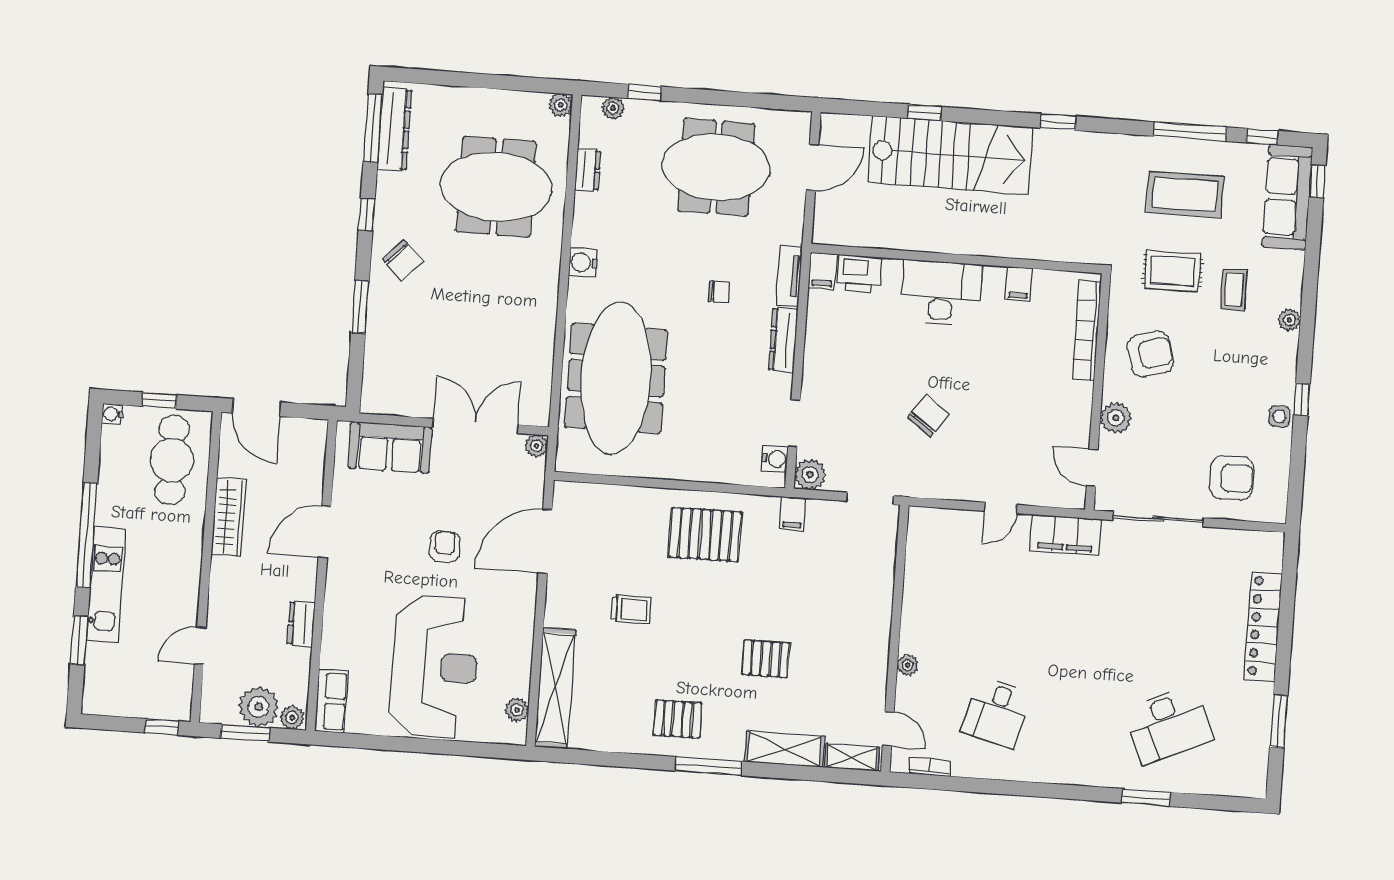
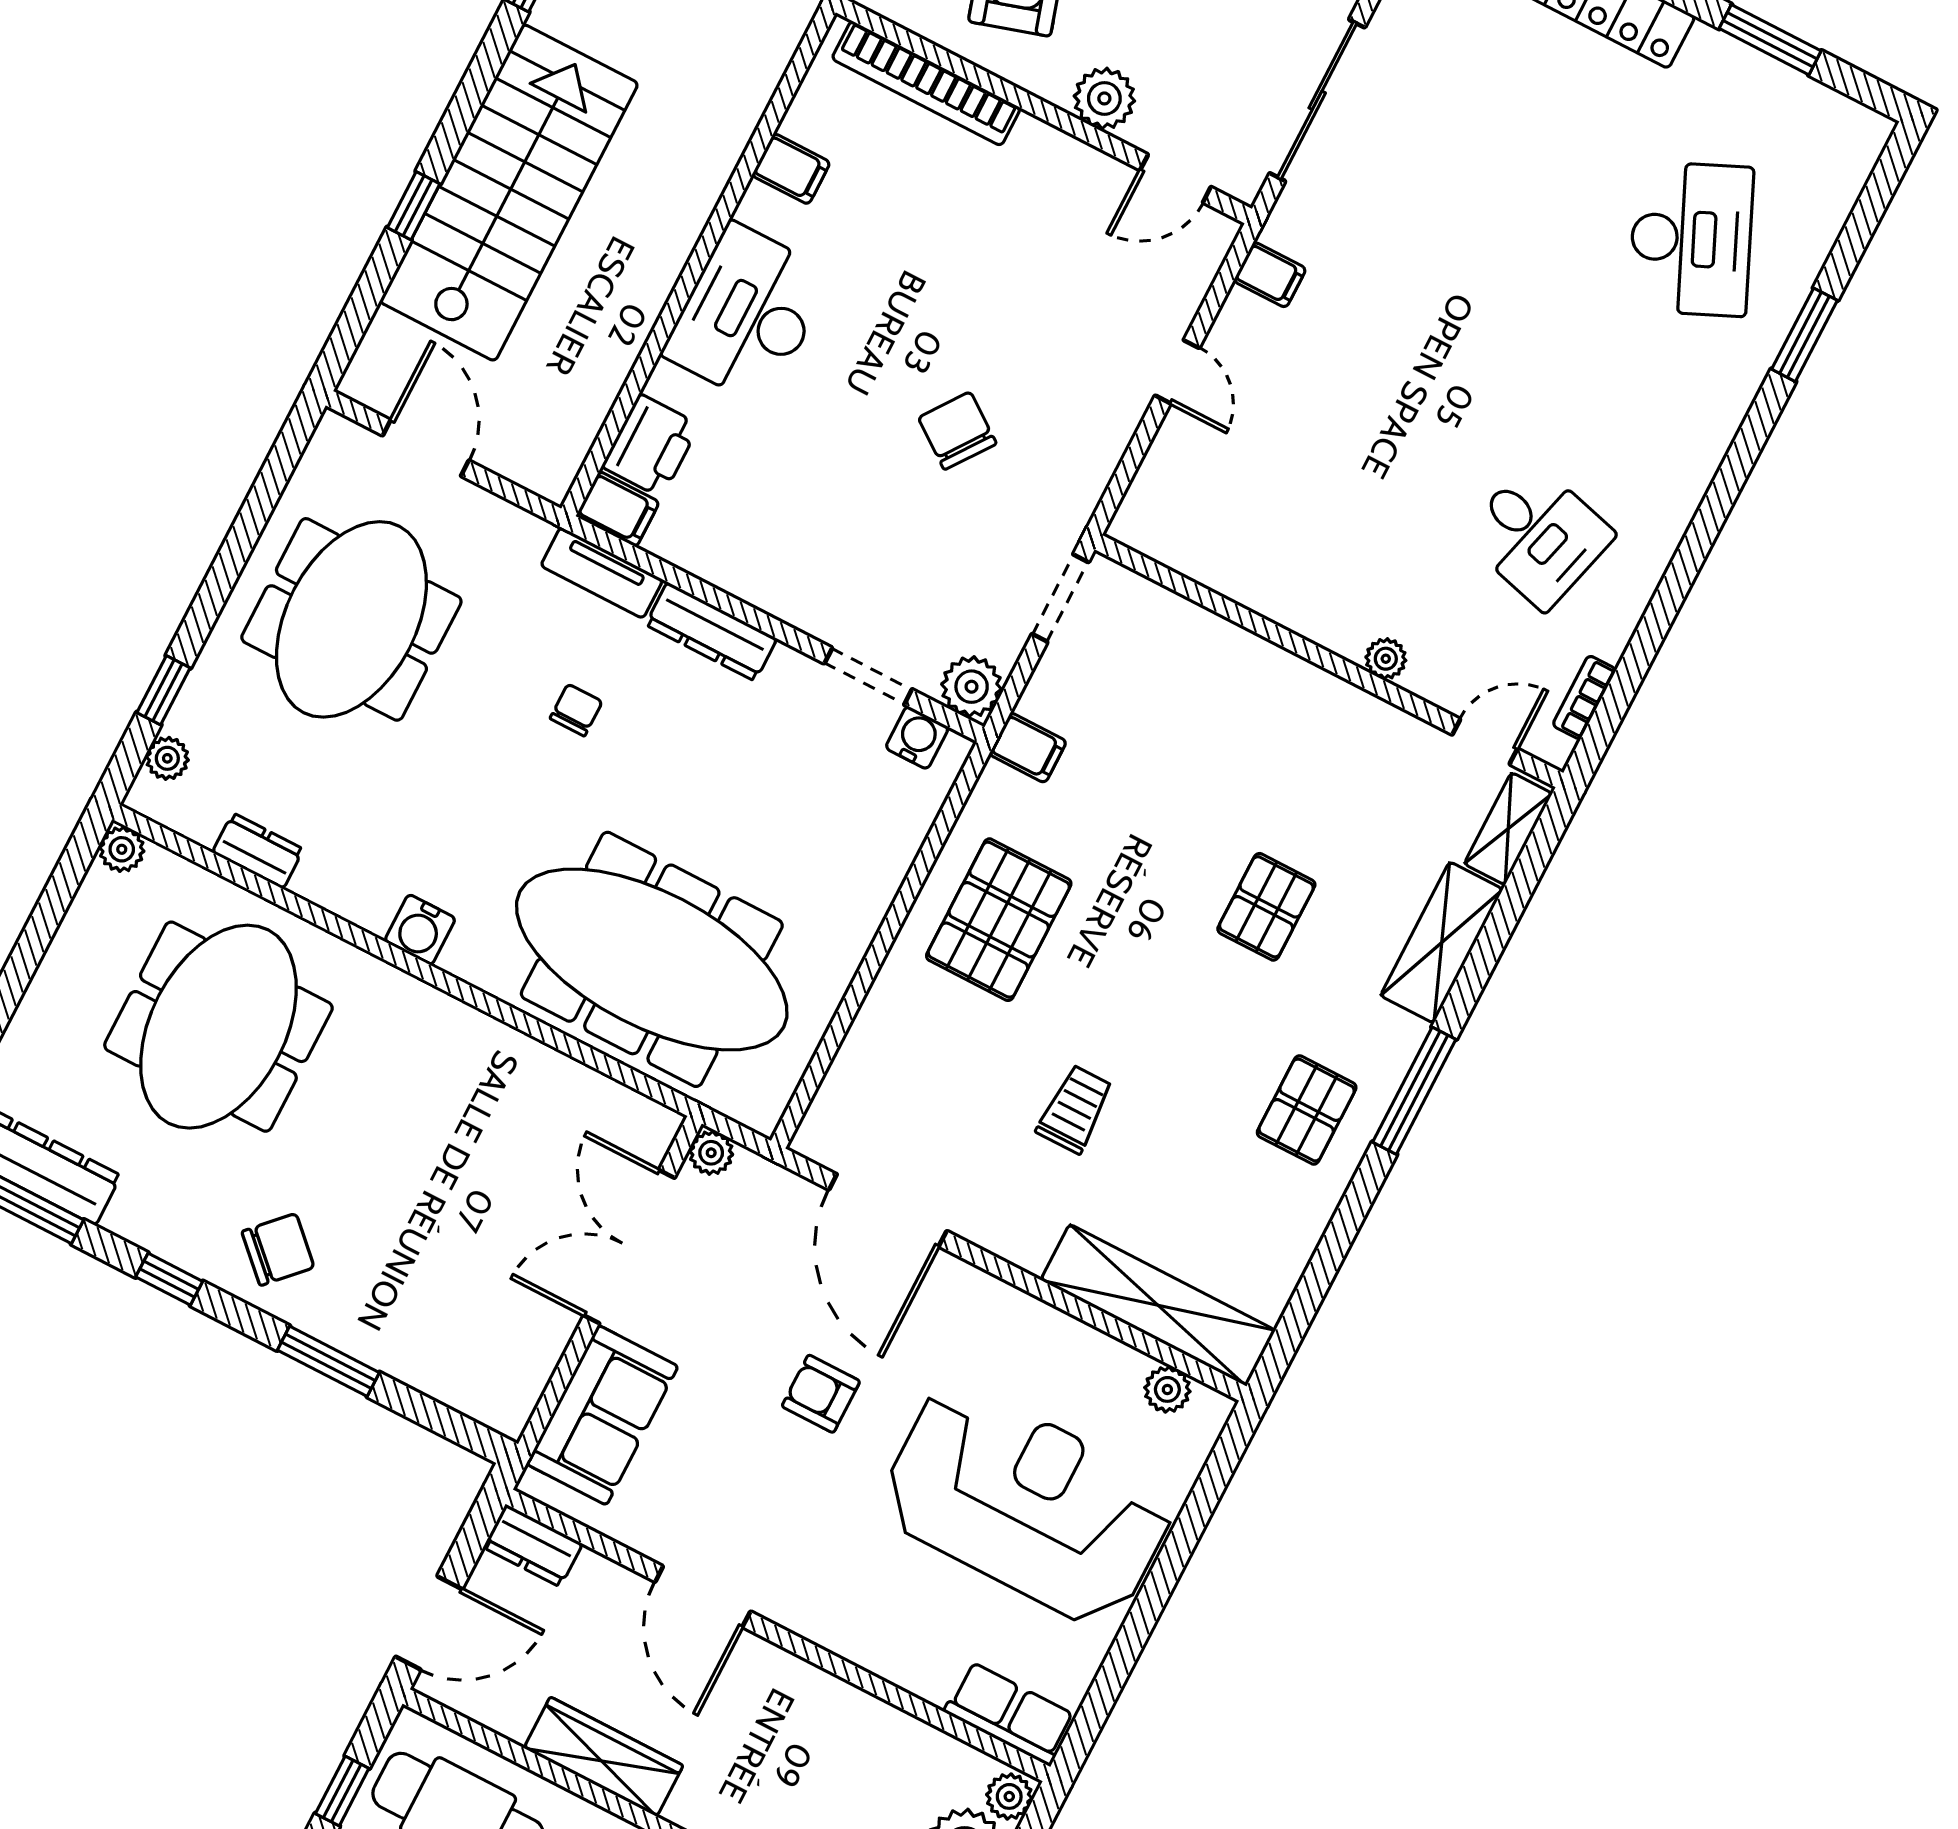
filing cabinet: (1066, 535) -> (1270, 275), width x0.33, depth x0.86
dresser: (301, 624) -> (533, 1546), moved

